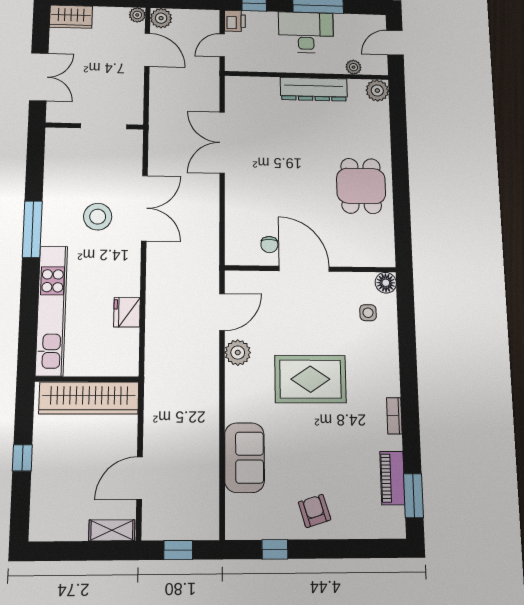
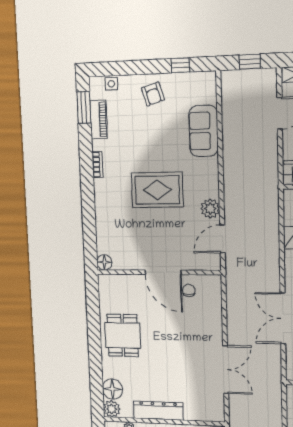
floor lamp: (376, 116) -> (112, 389), added
side table: (368, 313) -> (111, 84), moved

